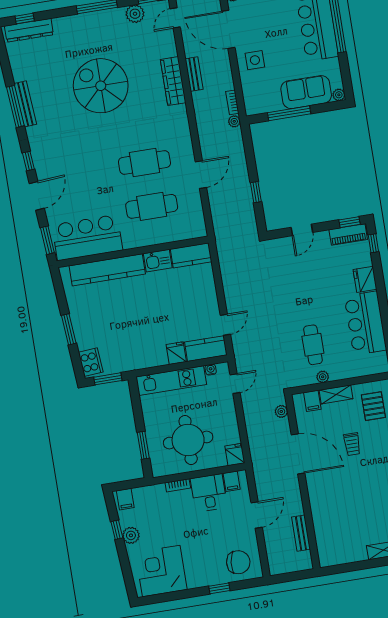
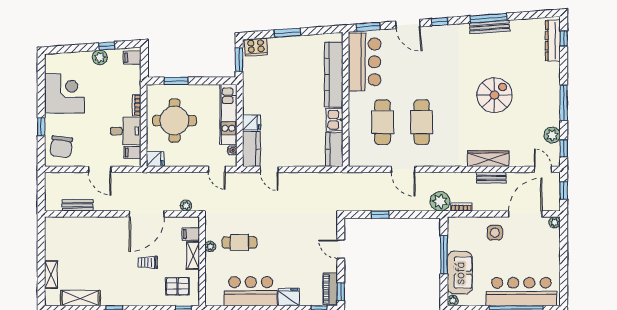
spiral stairs: (101, 86) -> (494, 95), width x0.73, depth x0.73
plant: (234, 121) -> (440, 201), width x1.88, depth x1.88
corner desk: (161, 571) -> (65, 93), moved

